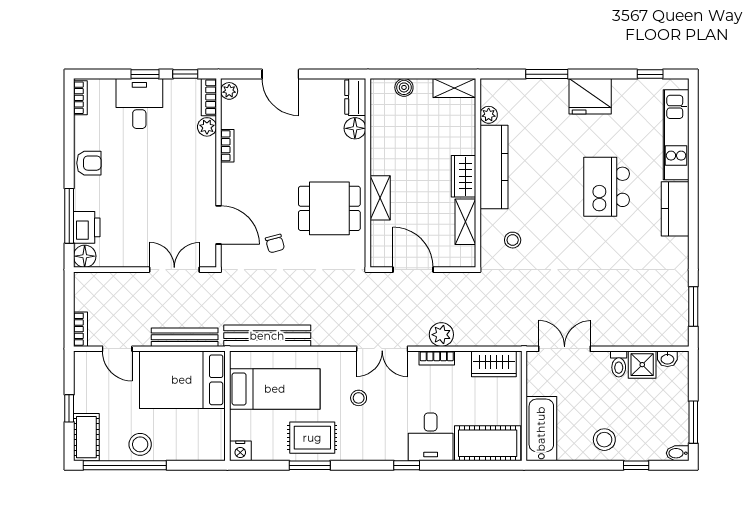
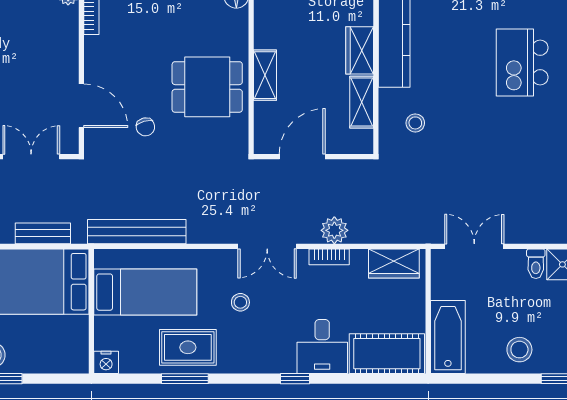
door: (413, 270) -> (302, 157), hinge flipped
bench: (185, 337) -> (43, 233), width x0.73

